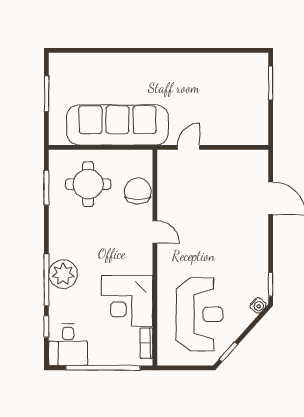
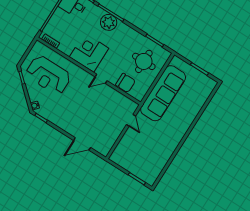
corner desk: (127, 301) -> (89, 53), moved

